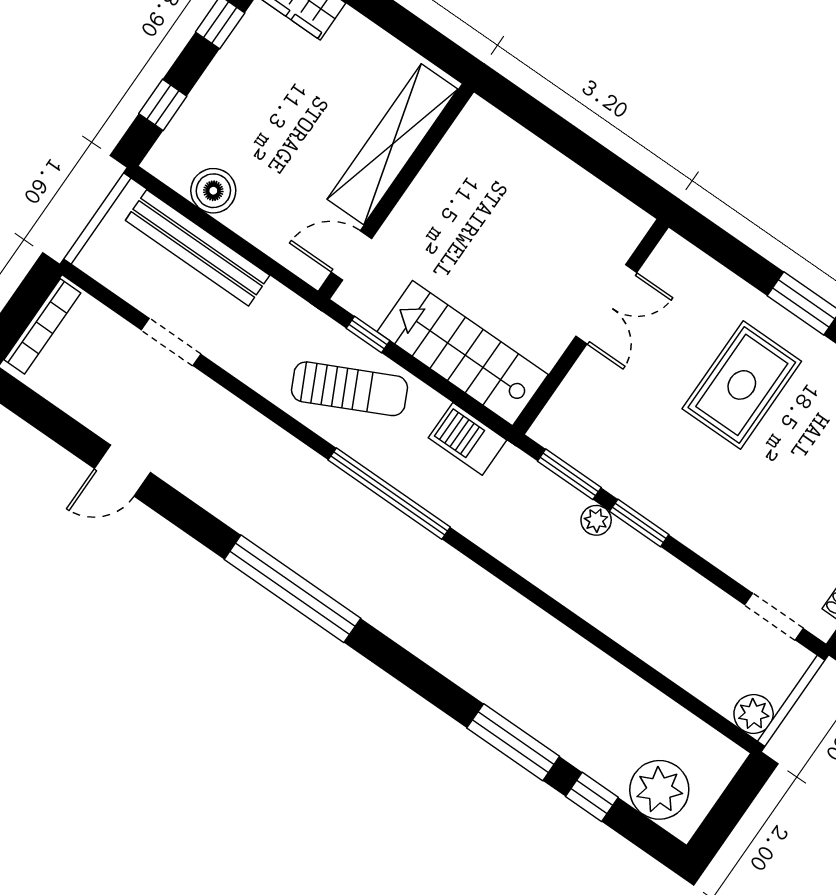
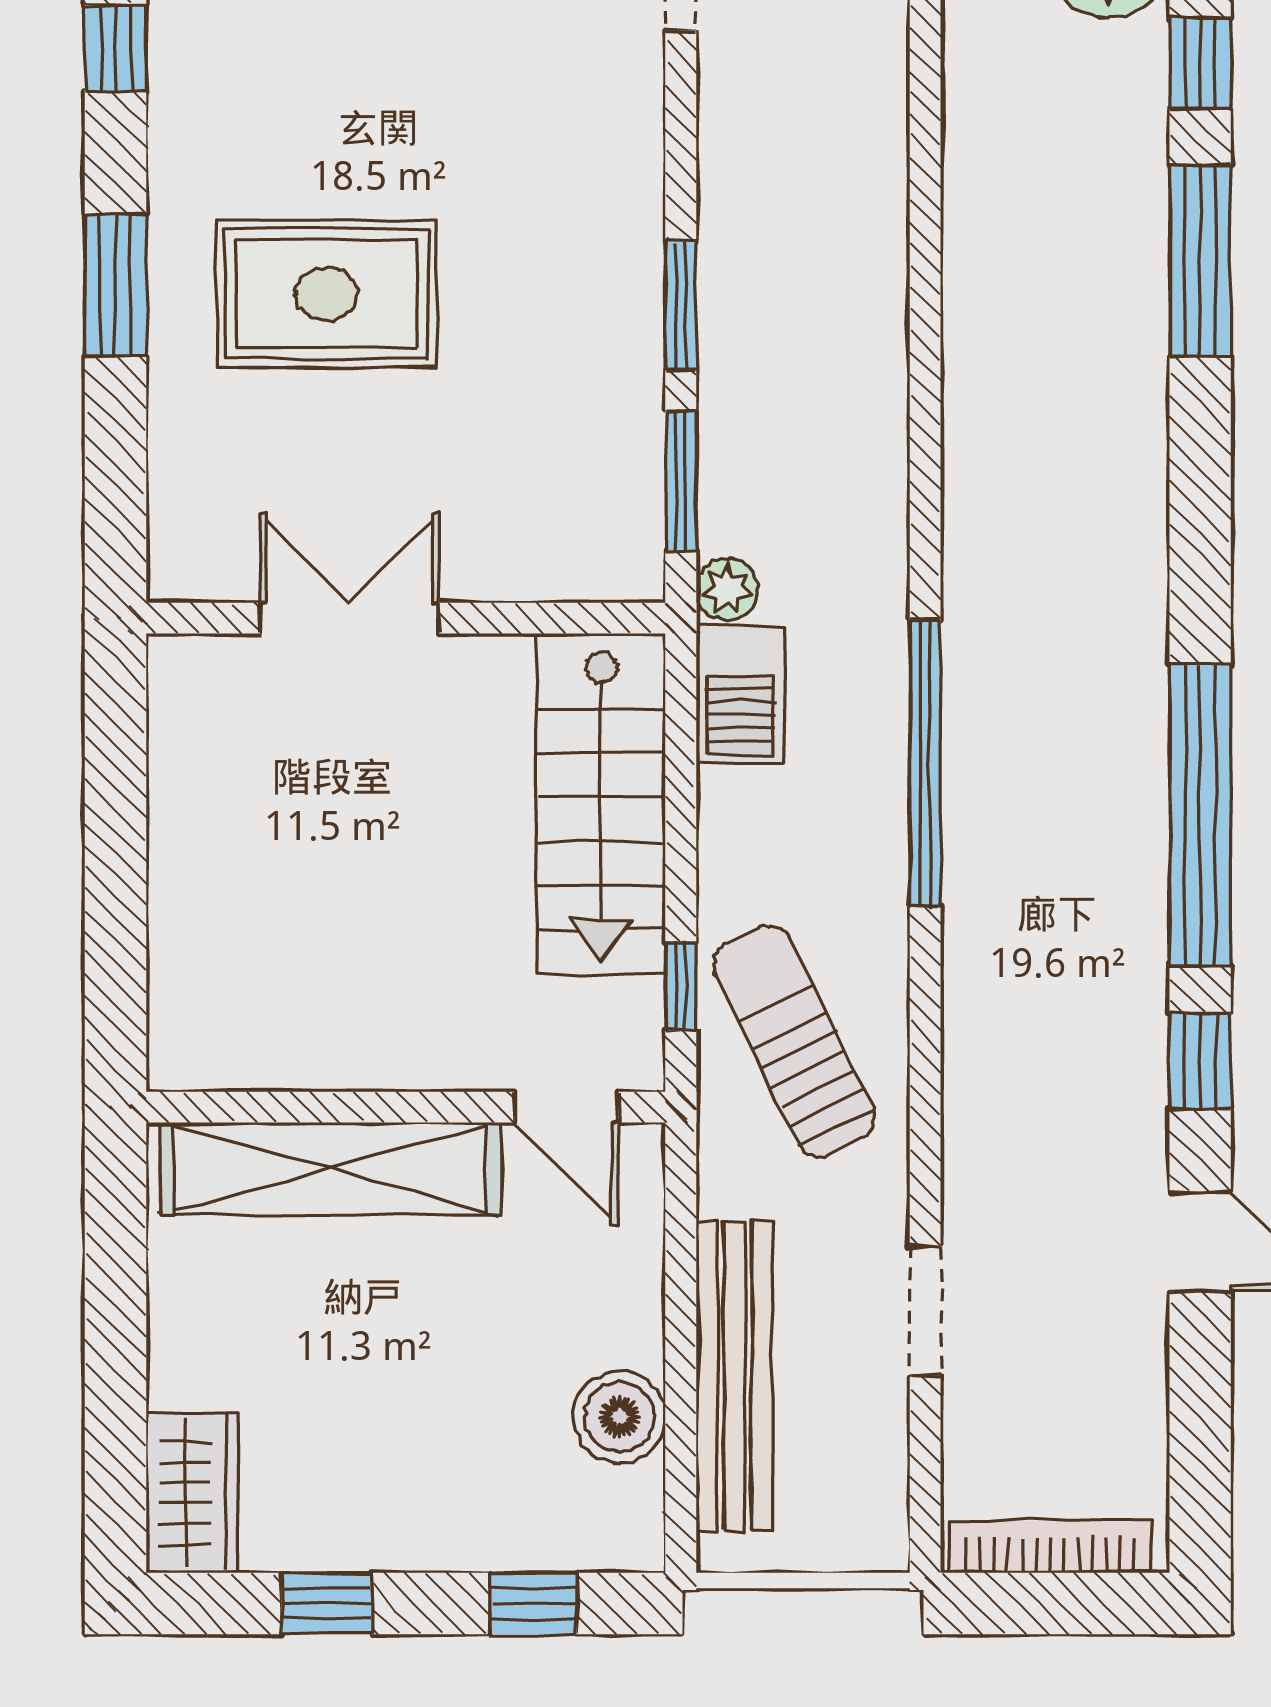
sun lounger: (349, 389) -> (794, 1041), moved
plant: (596, 520) -> (727, 590), moved
window: (194, 521) -> (1200, 1061), added

